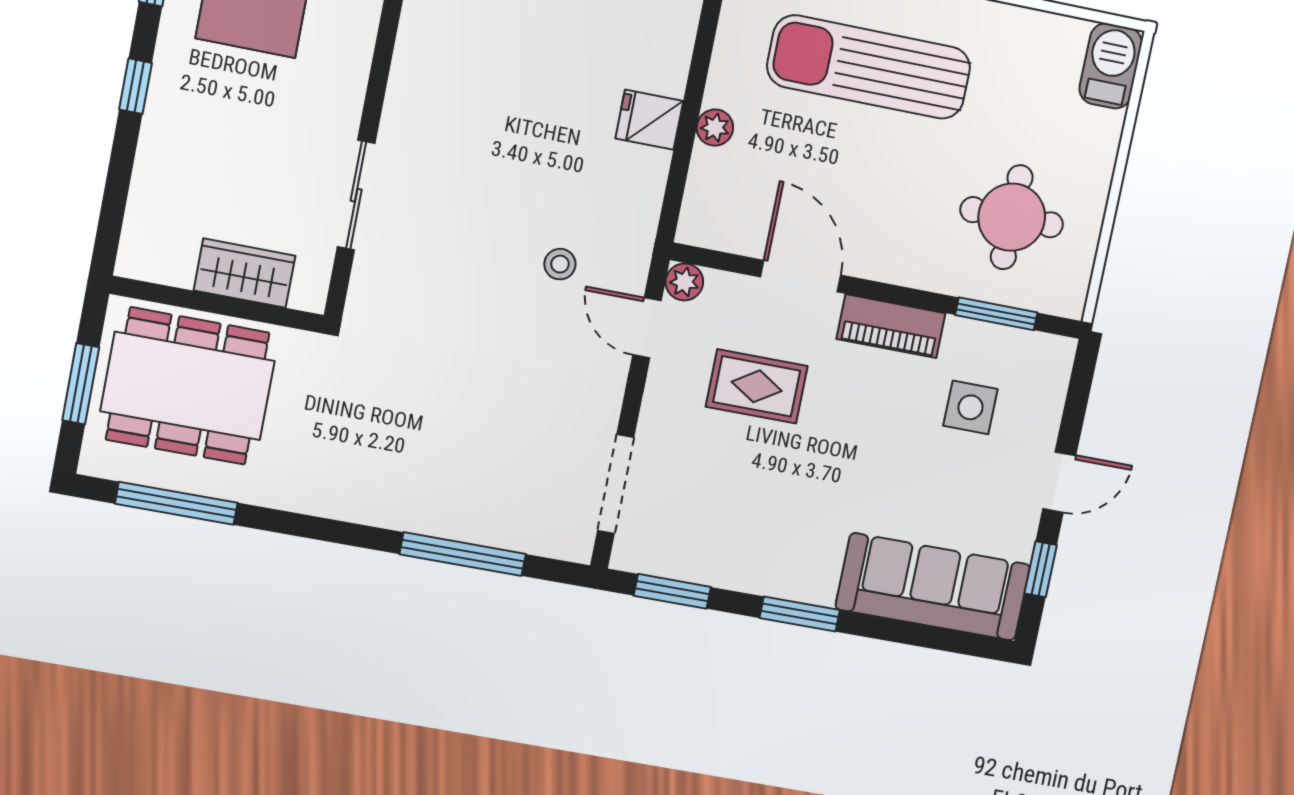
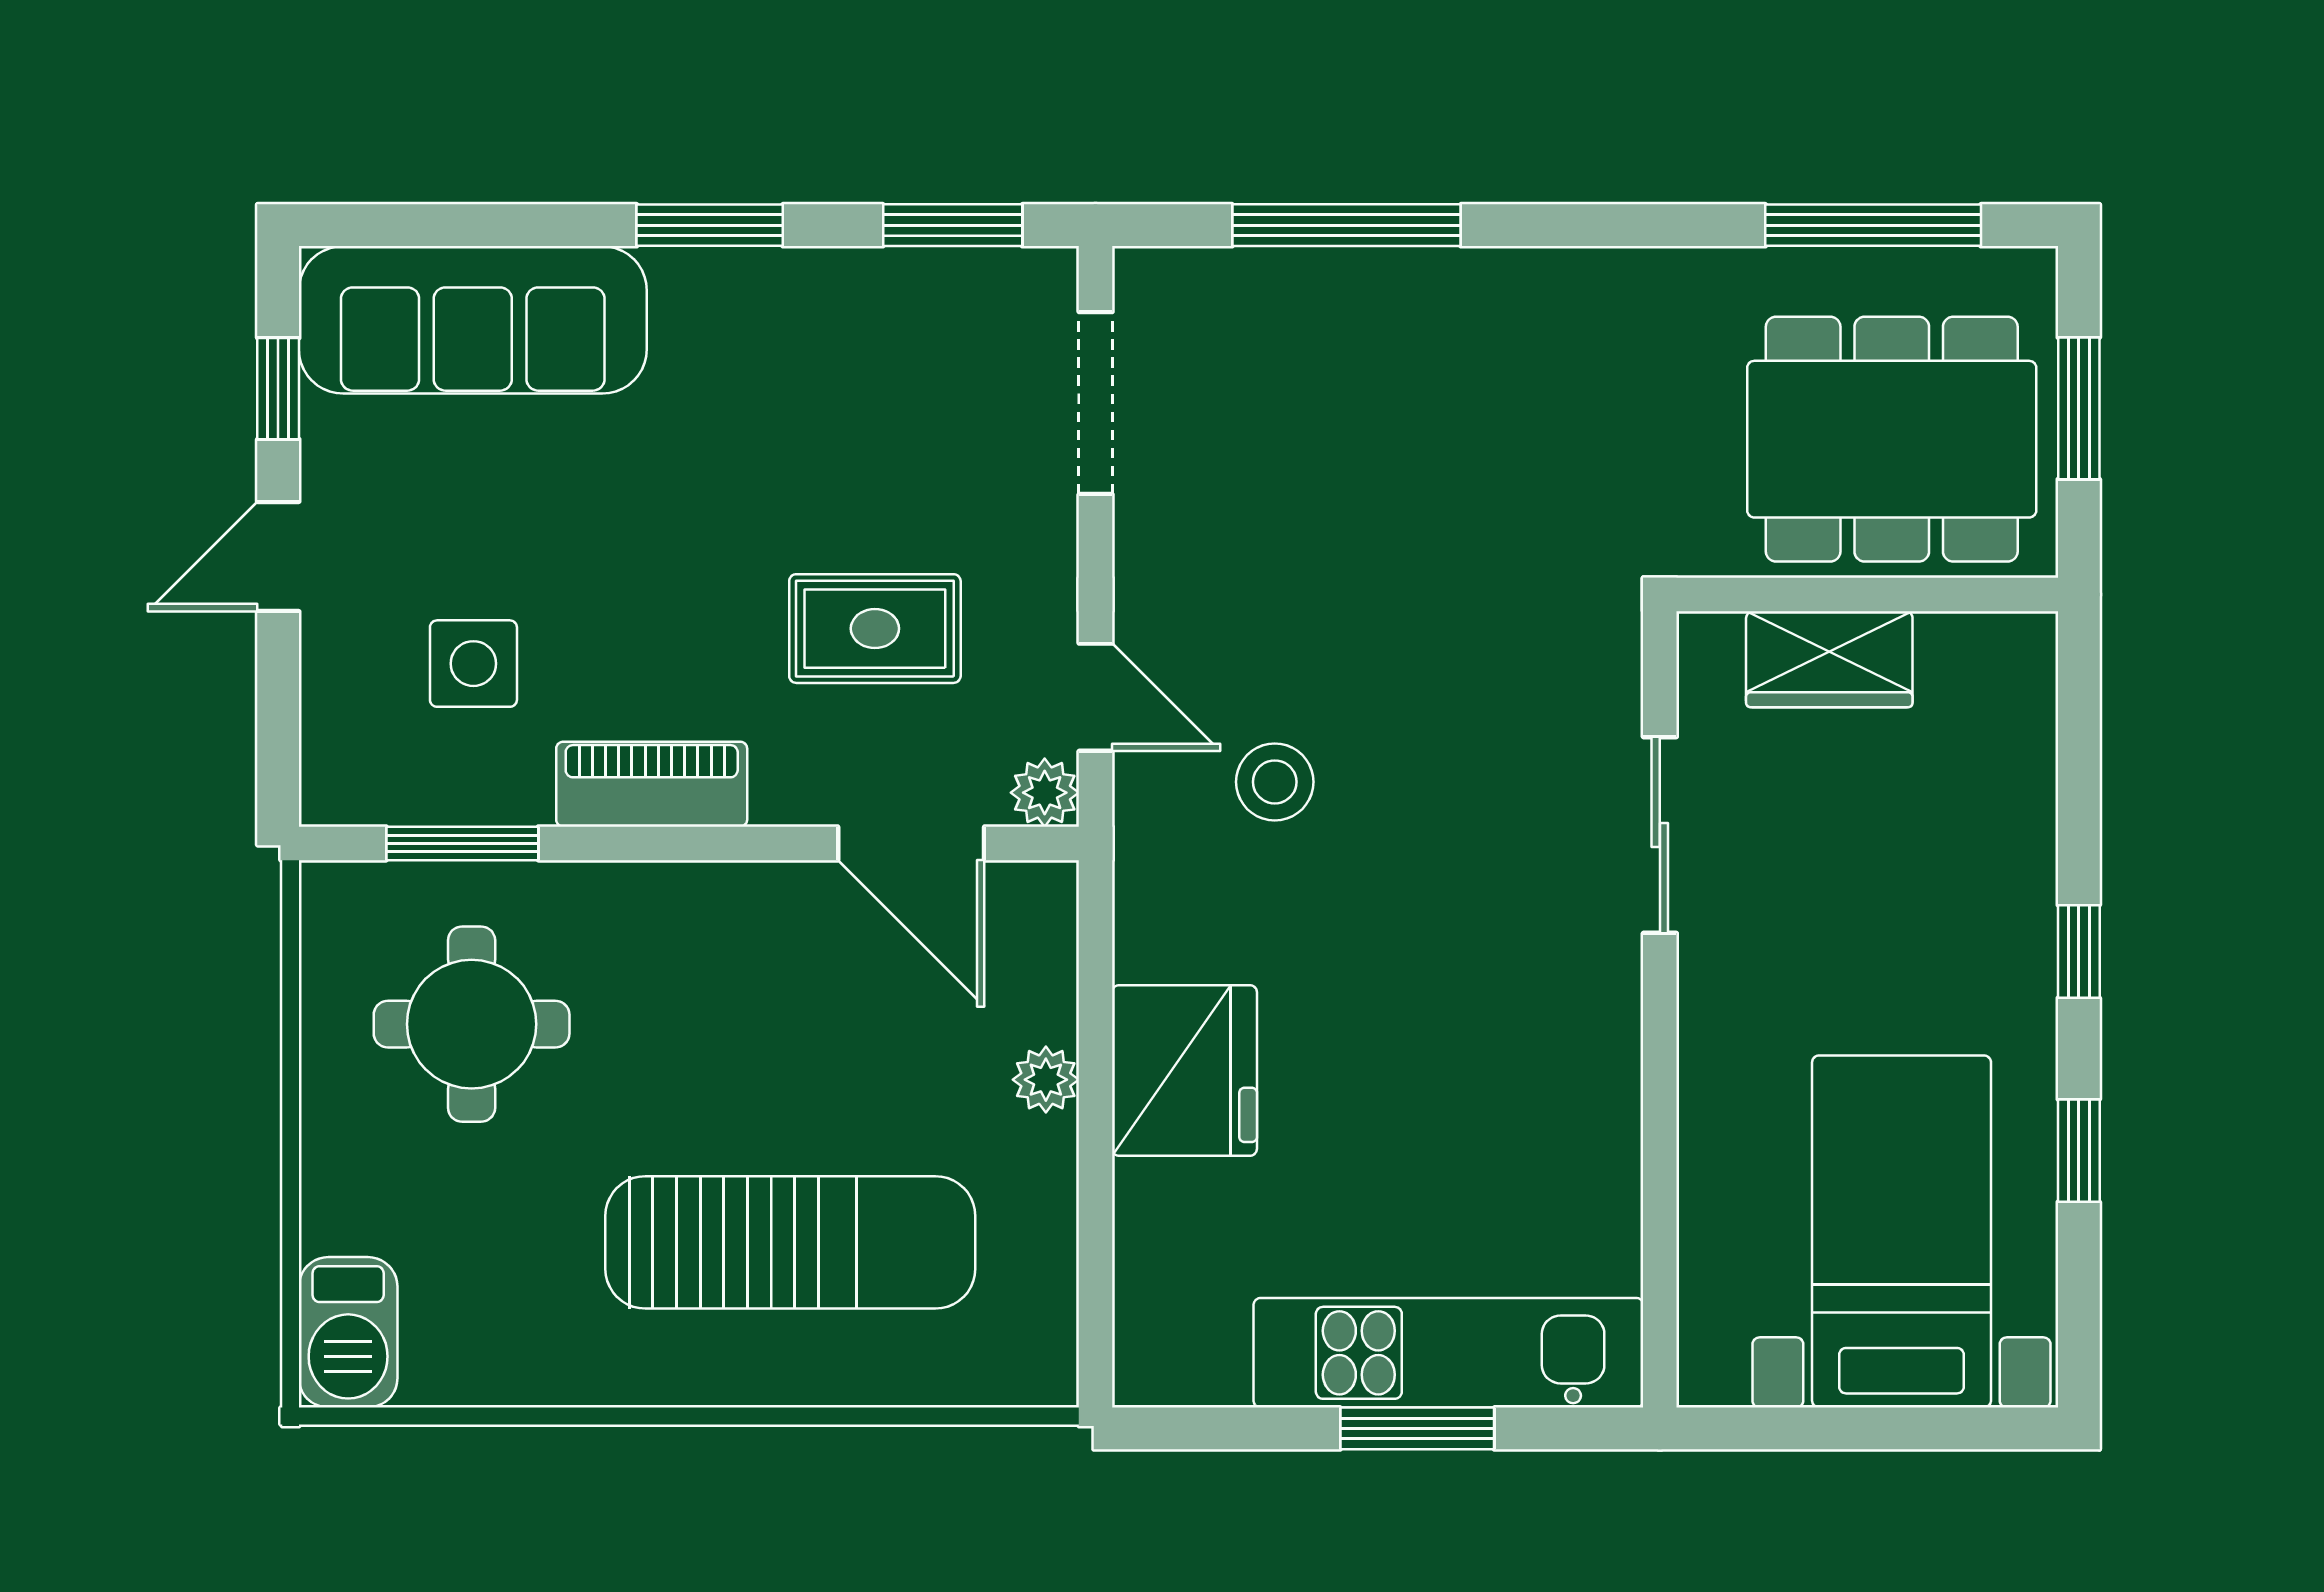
fridge: (649, 120) -> (1184, 1070), width x1.88, depth x1.34
stool: (560, 264) -> (1275, 782), width x1.37, depth x1.37
door: (801, 276) -> (911, 843), moved

